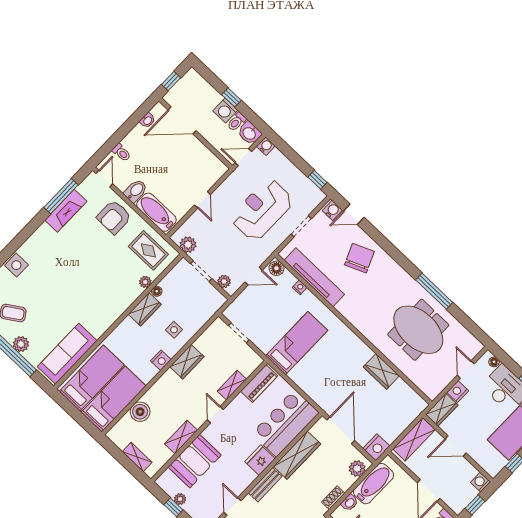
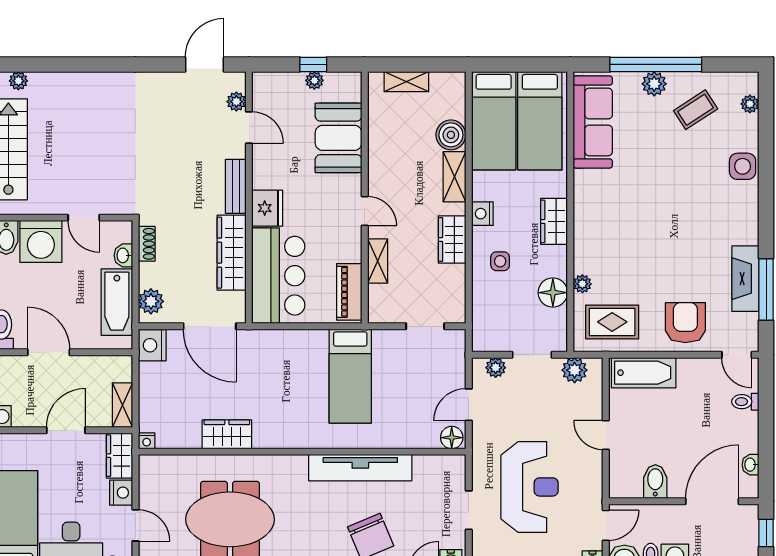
bidet: (136, 191) -> (655, 482), moved, turned 180
tv unit: (314, 277) -> (360, 468), moved
nightstand: (300, 287) -> (147, 441), moved
floor lamp: (157, 291) -> (553, 293), width x1.89, depth x1.89
wardrobe: (145, 309) -> (554, 221), moved
shelving: (181, 437) -> (455, 177), moved
shelving: (414, 439) -> (123, 405), width x0.67, depth x0.75

